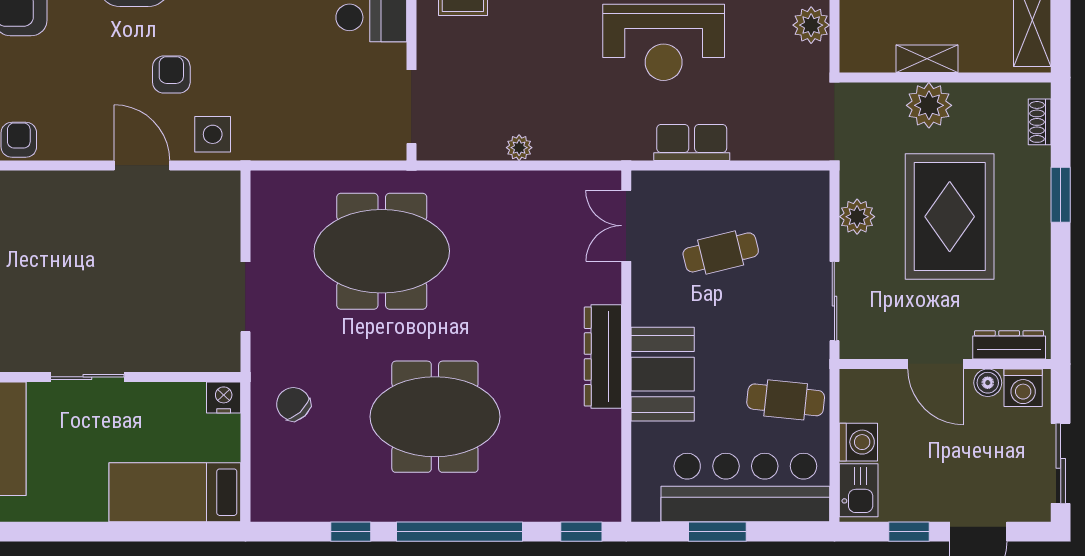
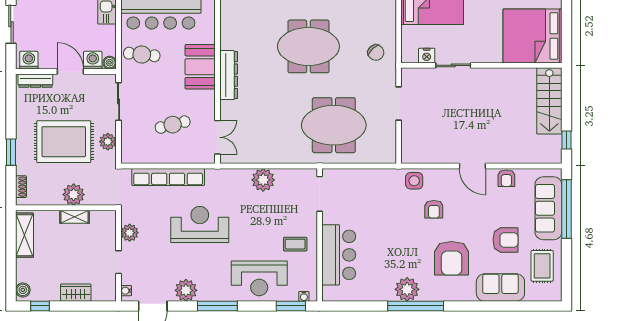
row of seats: (692, 142) -> (168, 177), width x2.02
plant: (519, 148) -> (263, 180), width x1.87, depth x1.87
door: (142, 165) -> (472, 166), moved
rug: (950, 217) -> (64, 142), turned 90
sliding door: (87, 377) -> (453, 65), moved
boiler: (988, 383) -> (110, 63), moved
nightstand: (224, 397) -> (427, 56), moved
washing machine: (858, 442) -> (93, 60), moved, turned 90

